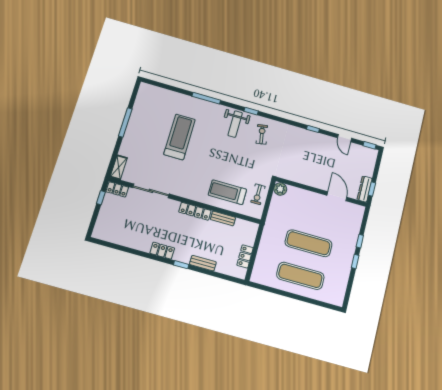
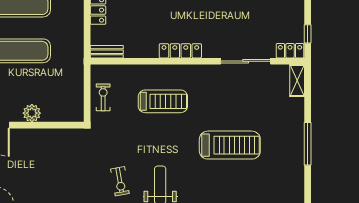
treadmill: (179, 137) -> (230, 145), turned -90
plant: (280, 189) -> (32, 113), moved
treadmill: (227, 192) -> (163, 101), moved
bench: (223, 218) -> (107, 52), moved

